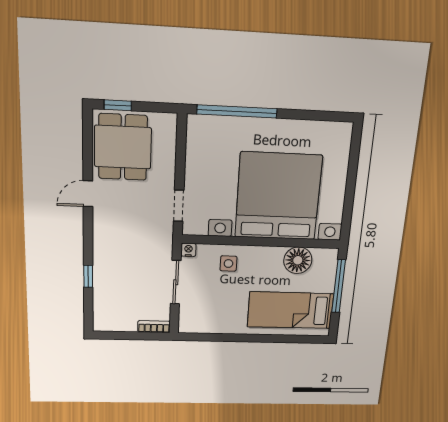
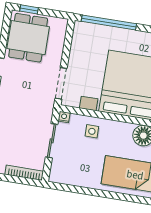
doorway: (179, 206) -> (61, 83), width x1.38
bookcase: (154, 327) -> (24, 173), width x1.56

